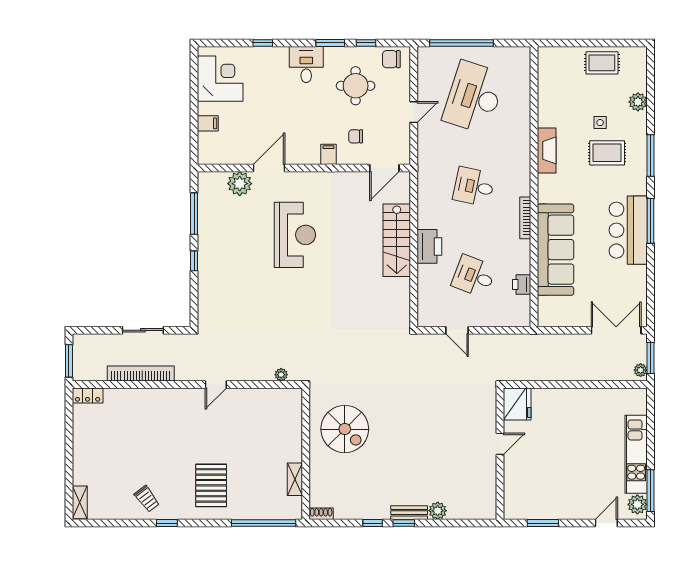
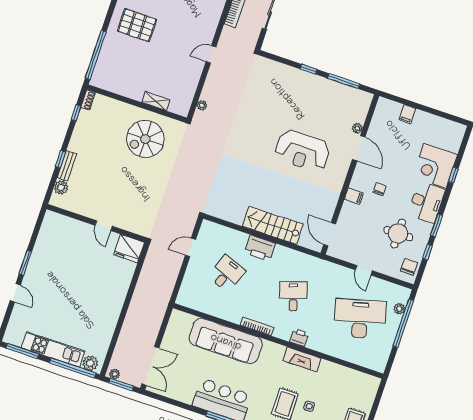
plant: (446, 53) -> (399, 309), added
desk: (306, 64) -> (426, 202), width x1.37
corner desk: (220, 79) -> (435, 166), moved, turned 90
desk: (474, 97) -> (360, 319), turned -33
chair: (356, 136) -> (380, 189), moved
plant: (240, 184) -> (357, 128), width x0.53, depth x0.53
desk: (474, 187) -> (293, 296), turned -30
printer: (522, 285) -> (299, 338), moved
door: (216, 384) -> (211, 54), hinge flipped
fridge: (517, 404) -> (129, 248), moved
window: (651, 423) -> (73, 368), added
door: (500, 444) -> (104, 226), moved
wall: (500, 454) -> (96, 223), moved
shelving: (295, 479) -> (156, 101), moved
plant: (637, 504) -> (90, 363), moved
window: (373, 523) -> (76, 113), moved
door: (606, 523) -> (15, 293), moved

